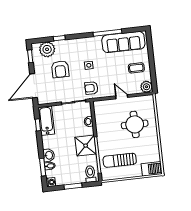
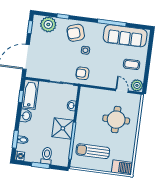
armchair: (60, 69) -> (76, 33), moved, turned 72
door: (122, 97) -> (122, 91), moved
washbasin: (49, 155) -> (26, 116), moved
toilet: (90, 174) -> (47, 156), moved

